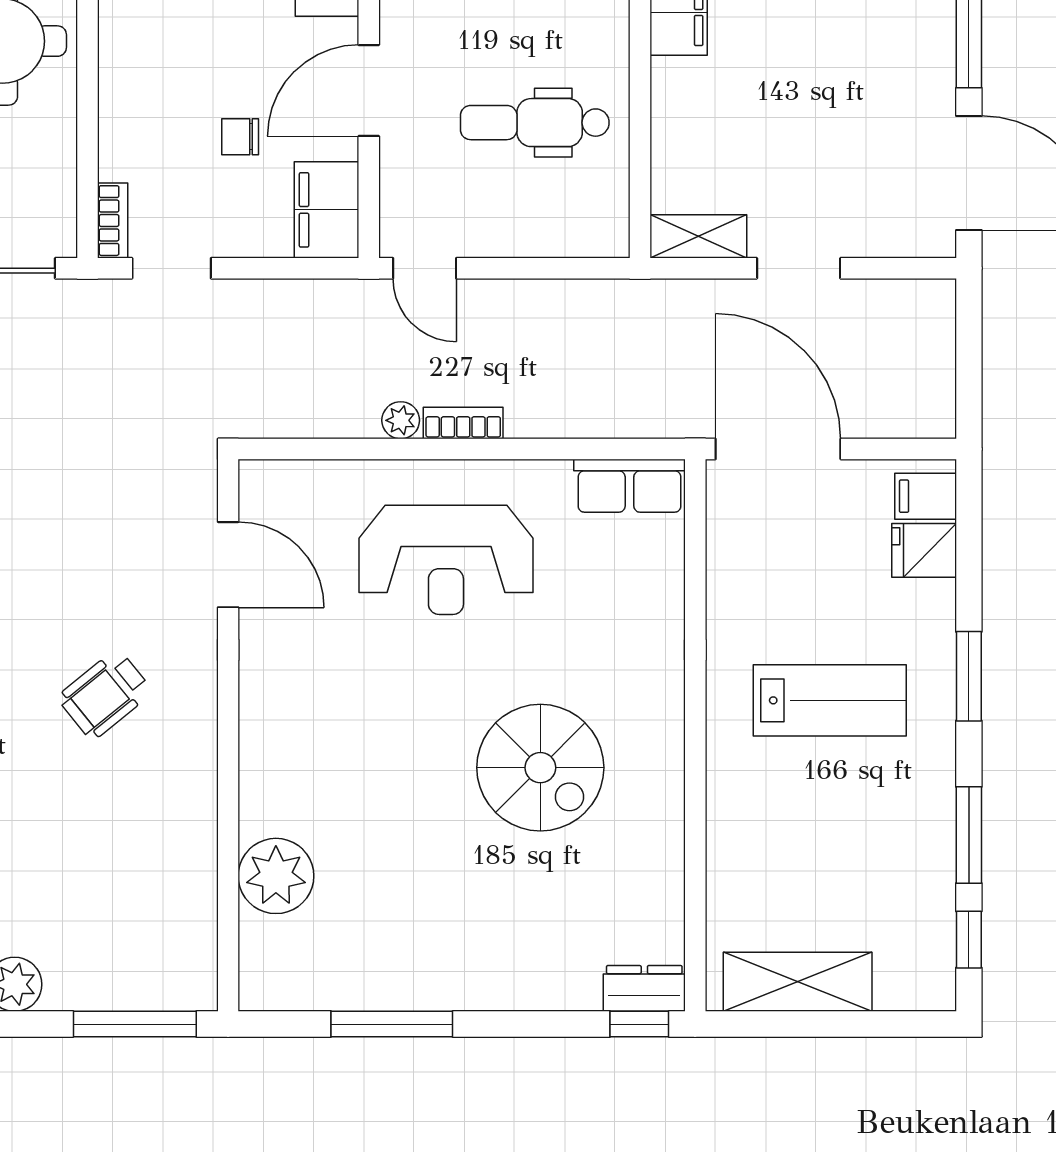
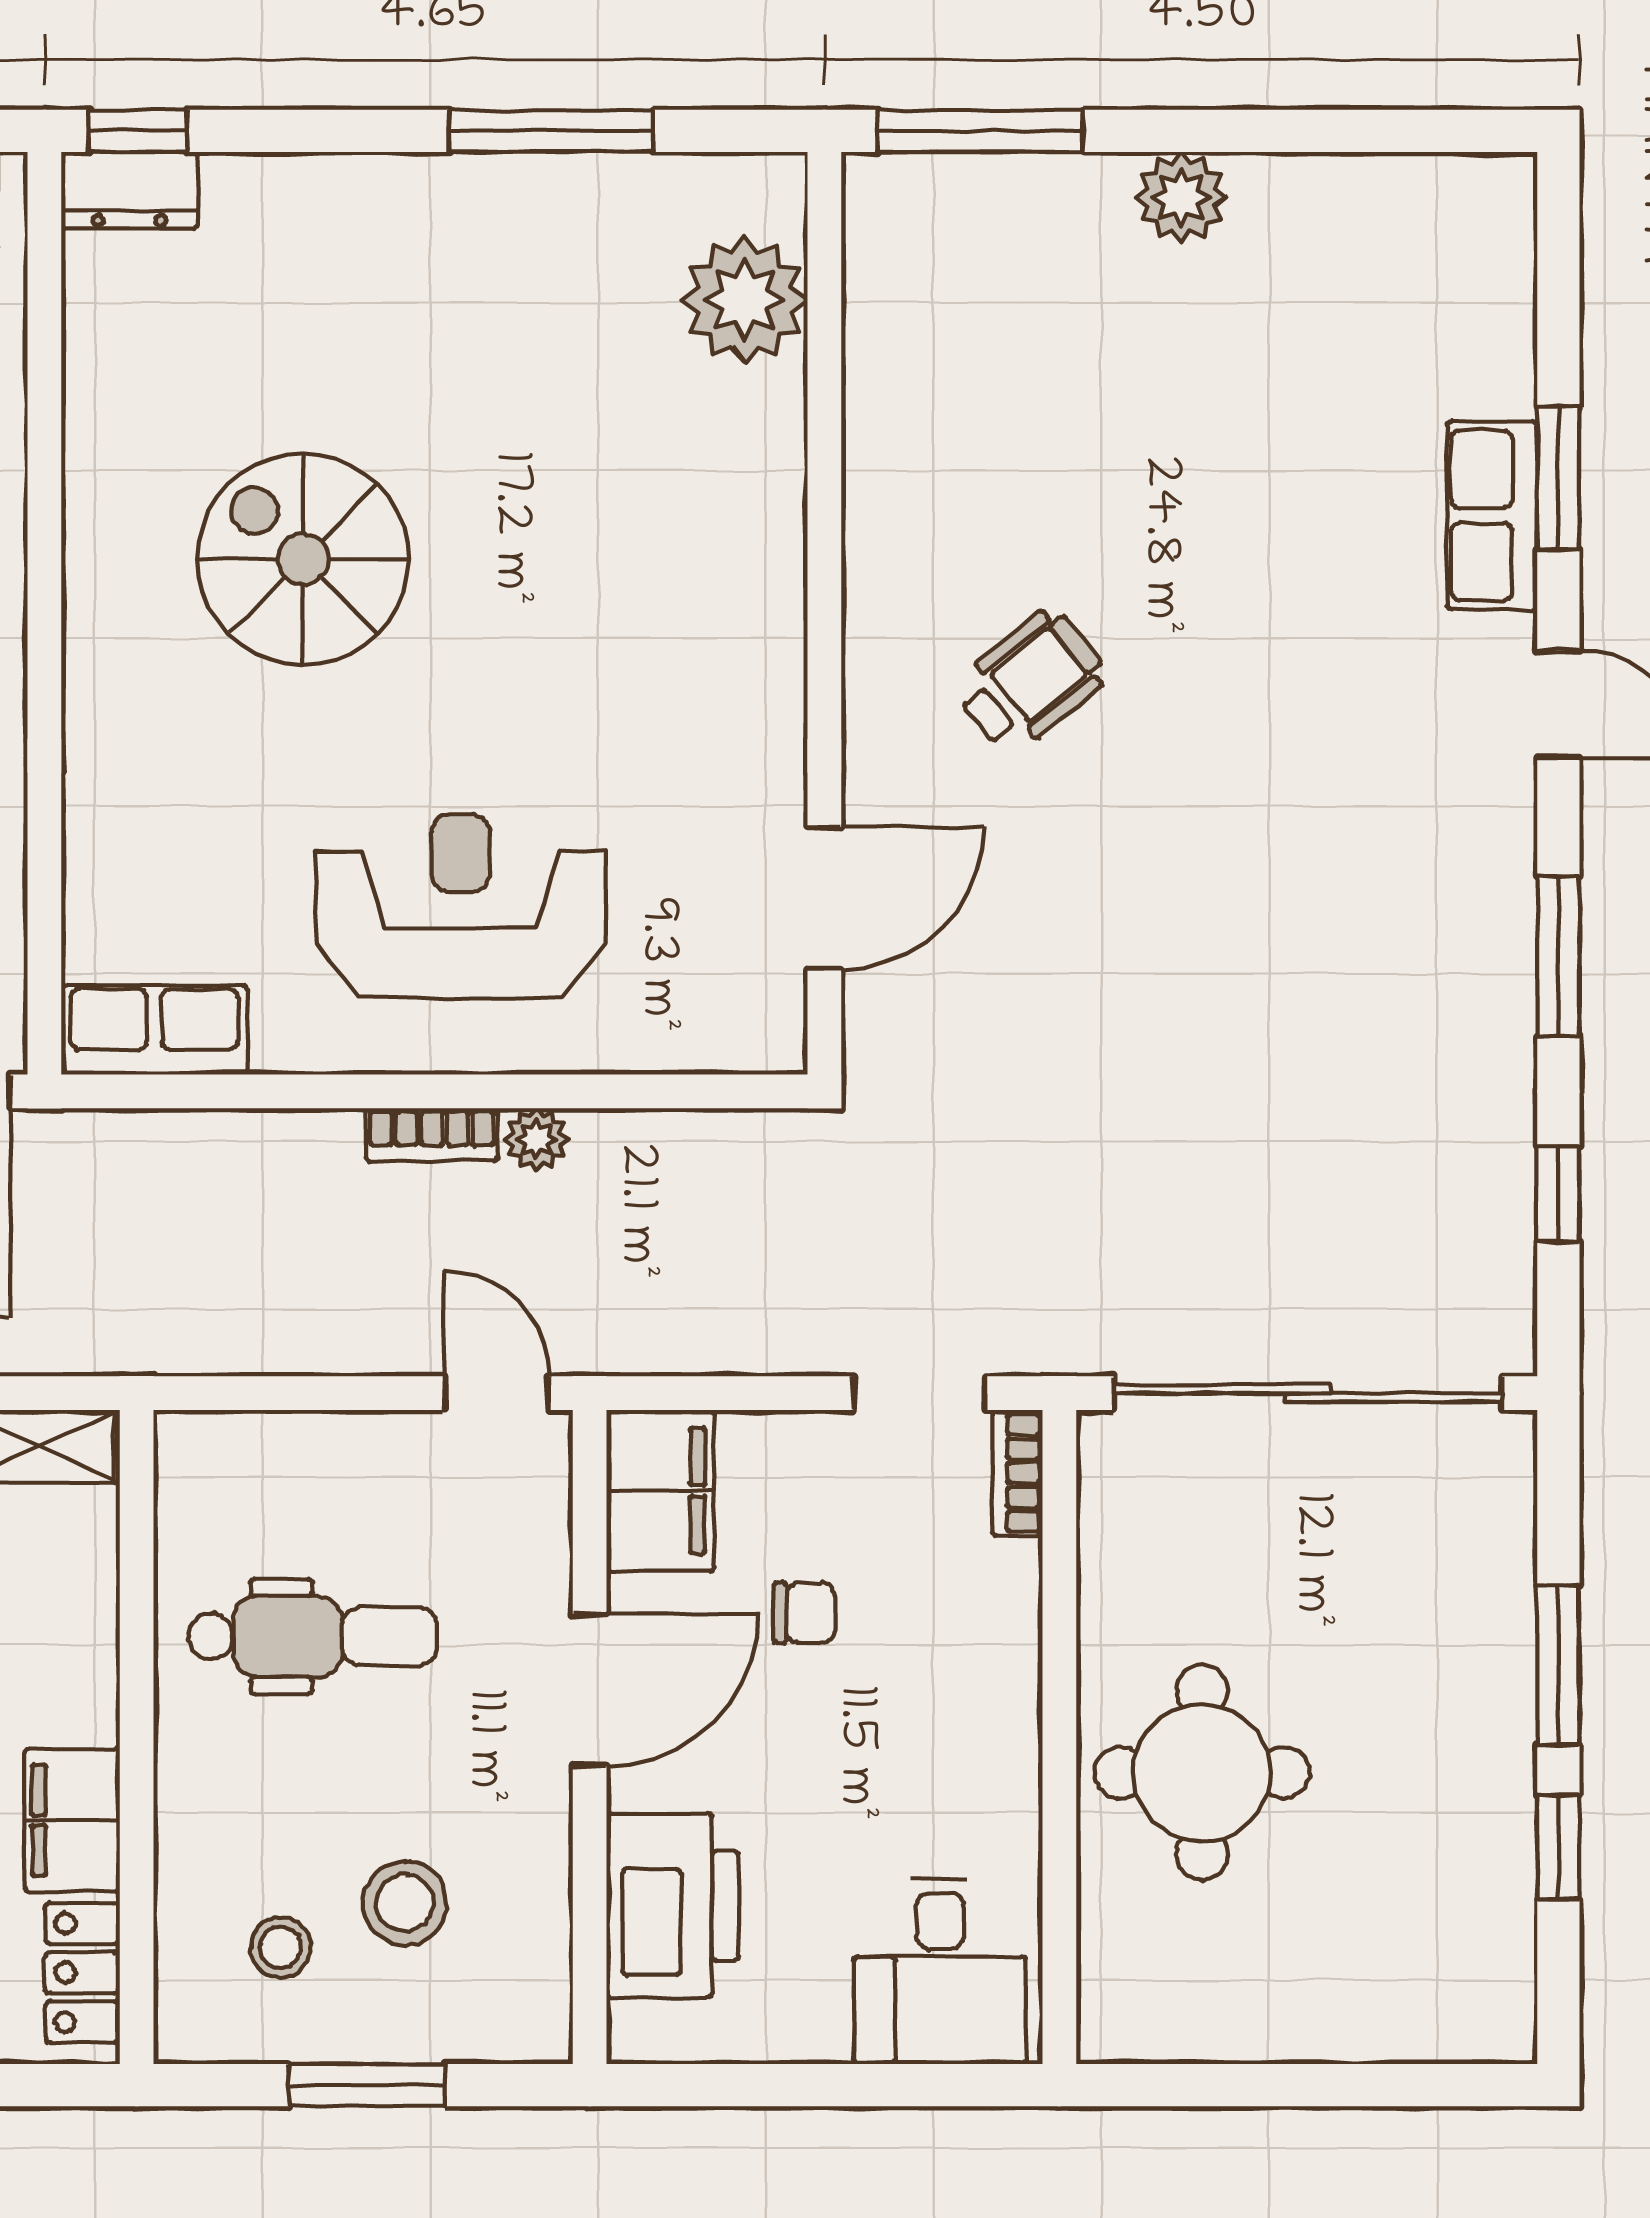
door: (228, 565) -> (824, 898), swing flipped
plant: (276, 876) -> (745, 300), moved

